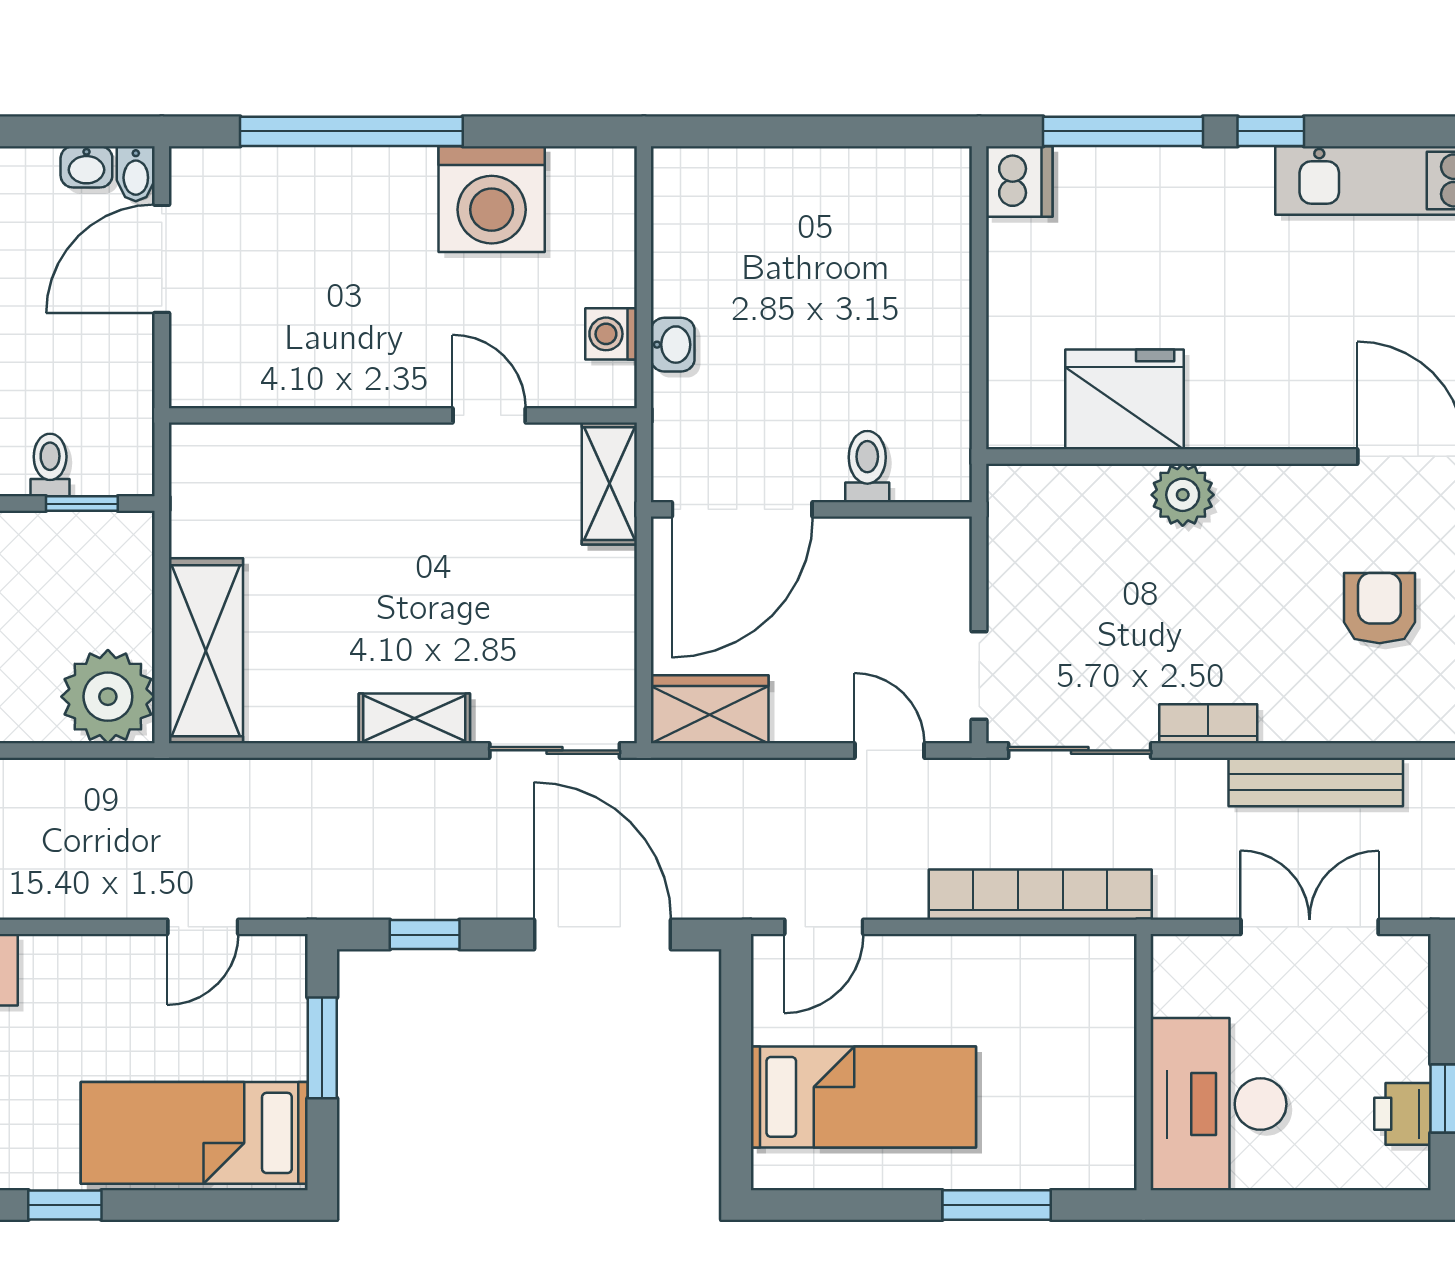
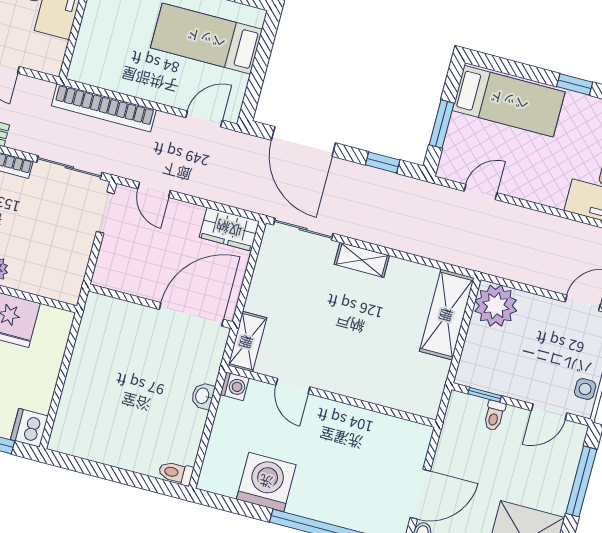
washing machine: (611, 334) -> (235, 386), moved
toilet: (867, 467) -> (176, 473), moved, turned 90

